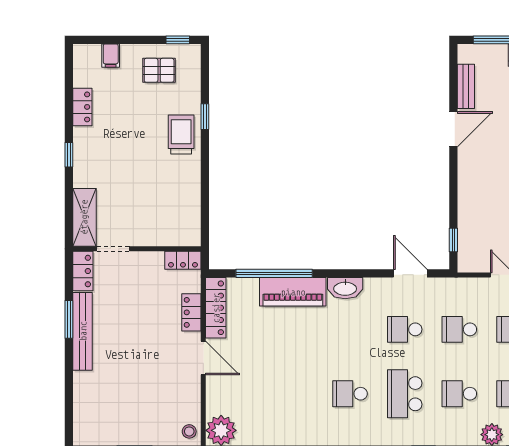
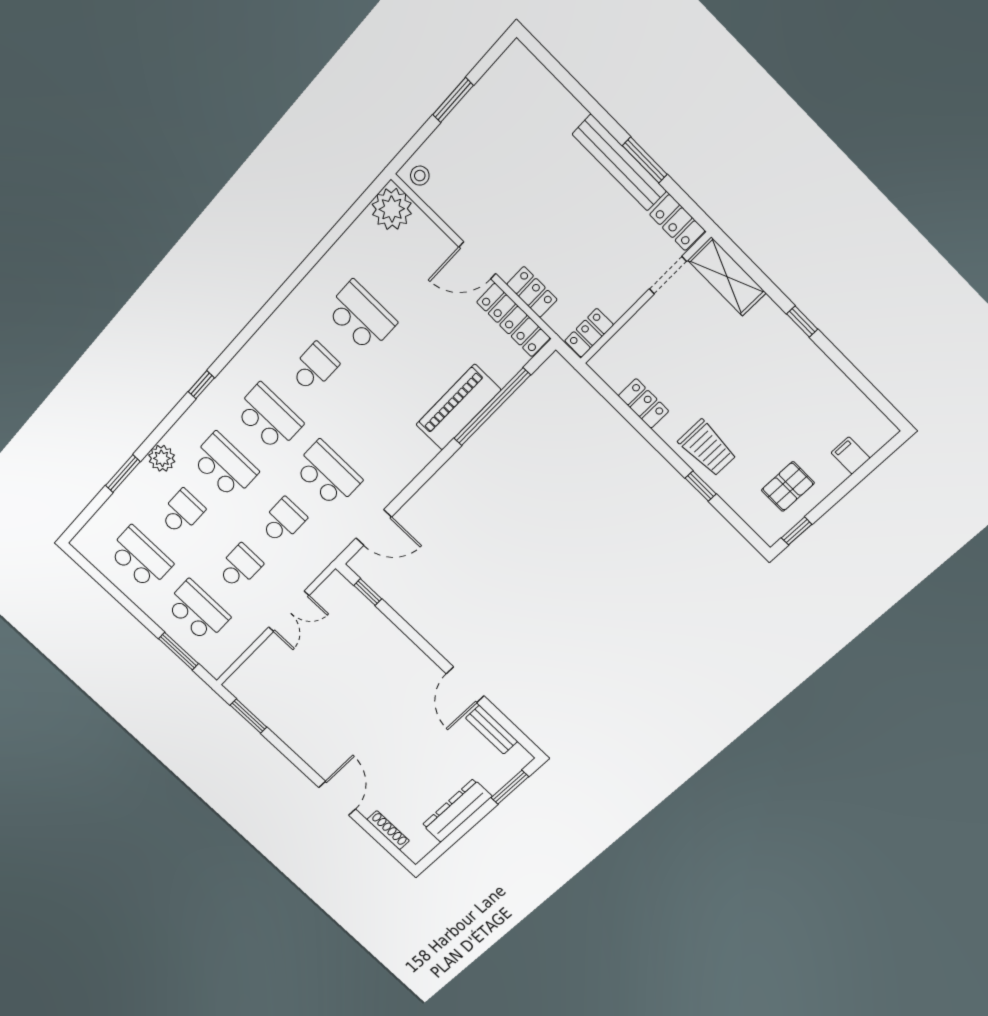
locker: (82, 107) -> (643, 403), moved, turned 180
washbasin: (345, 288) -> (416, 458), removed
school desk: (405, 329) -> (328, 474), width x1.85
school desk: (295, 394) -> (361, 316), added
school desk: (459, 394) -> (225, 466), width x1.85

